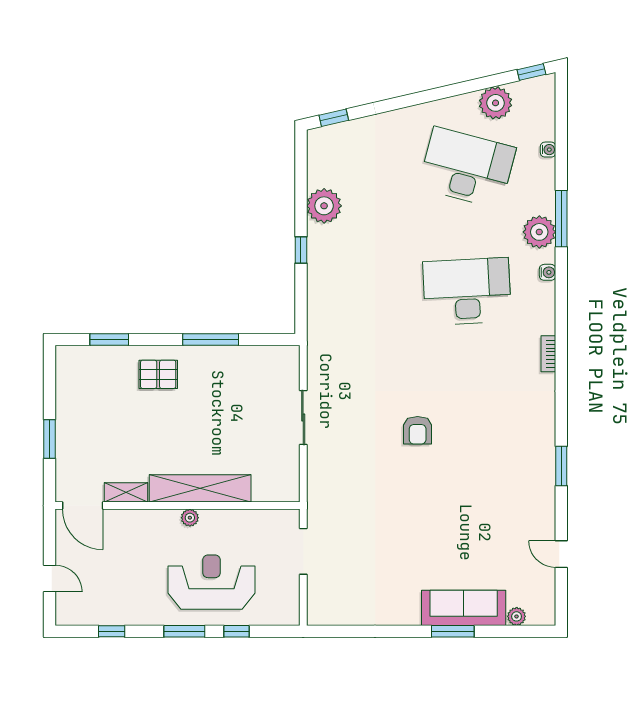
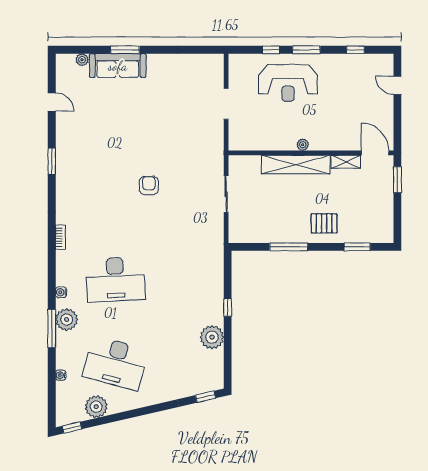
shelving: (200, 488) -> (296, 164), moved
shelving: (126, 492) -> (346, 162), moved
door: (83, 506) -> (375, 153), moved
wall: (177, 506) -> (311, 153), moved
plant: (190, 518) -> (303, 145), moved

